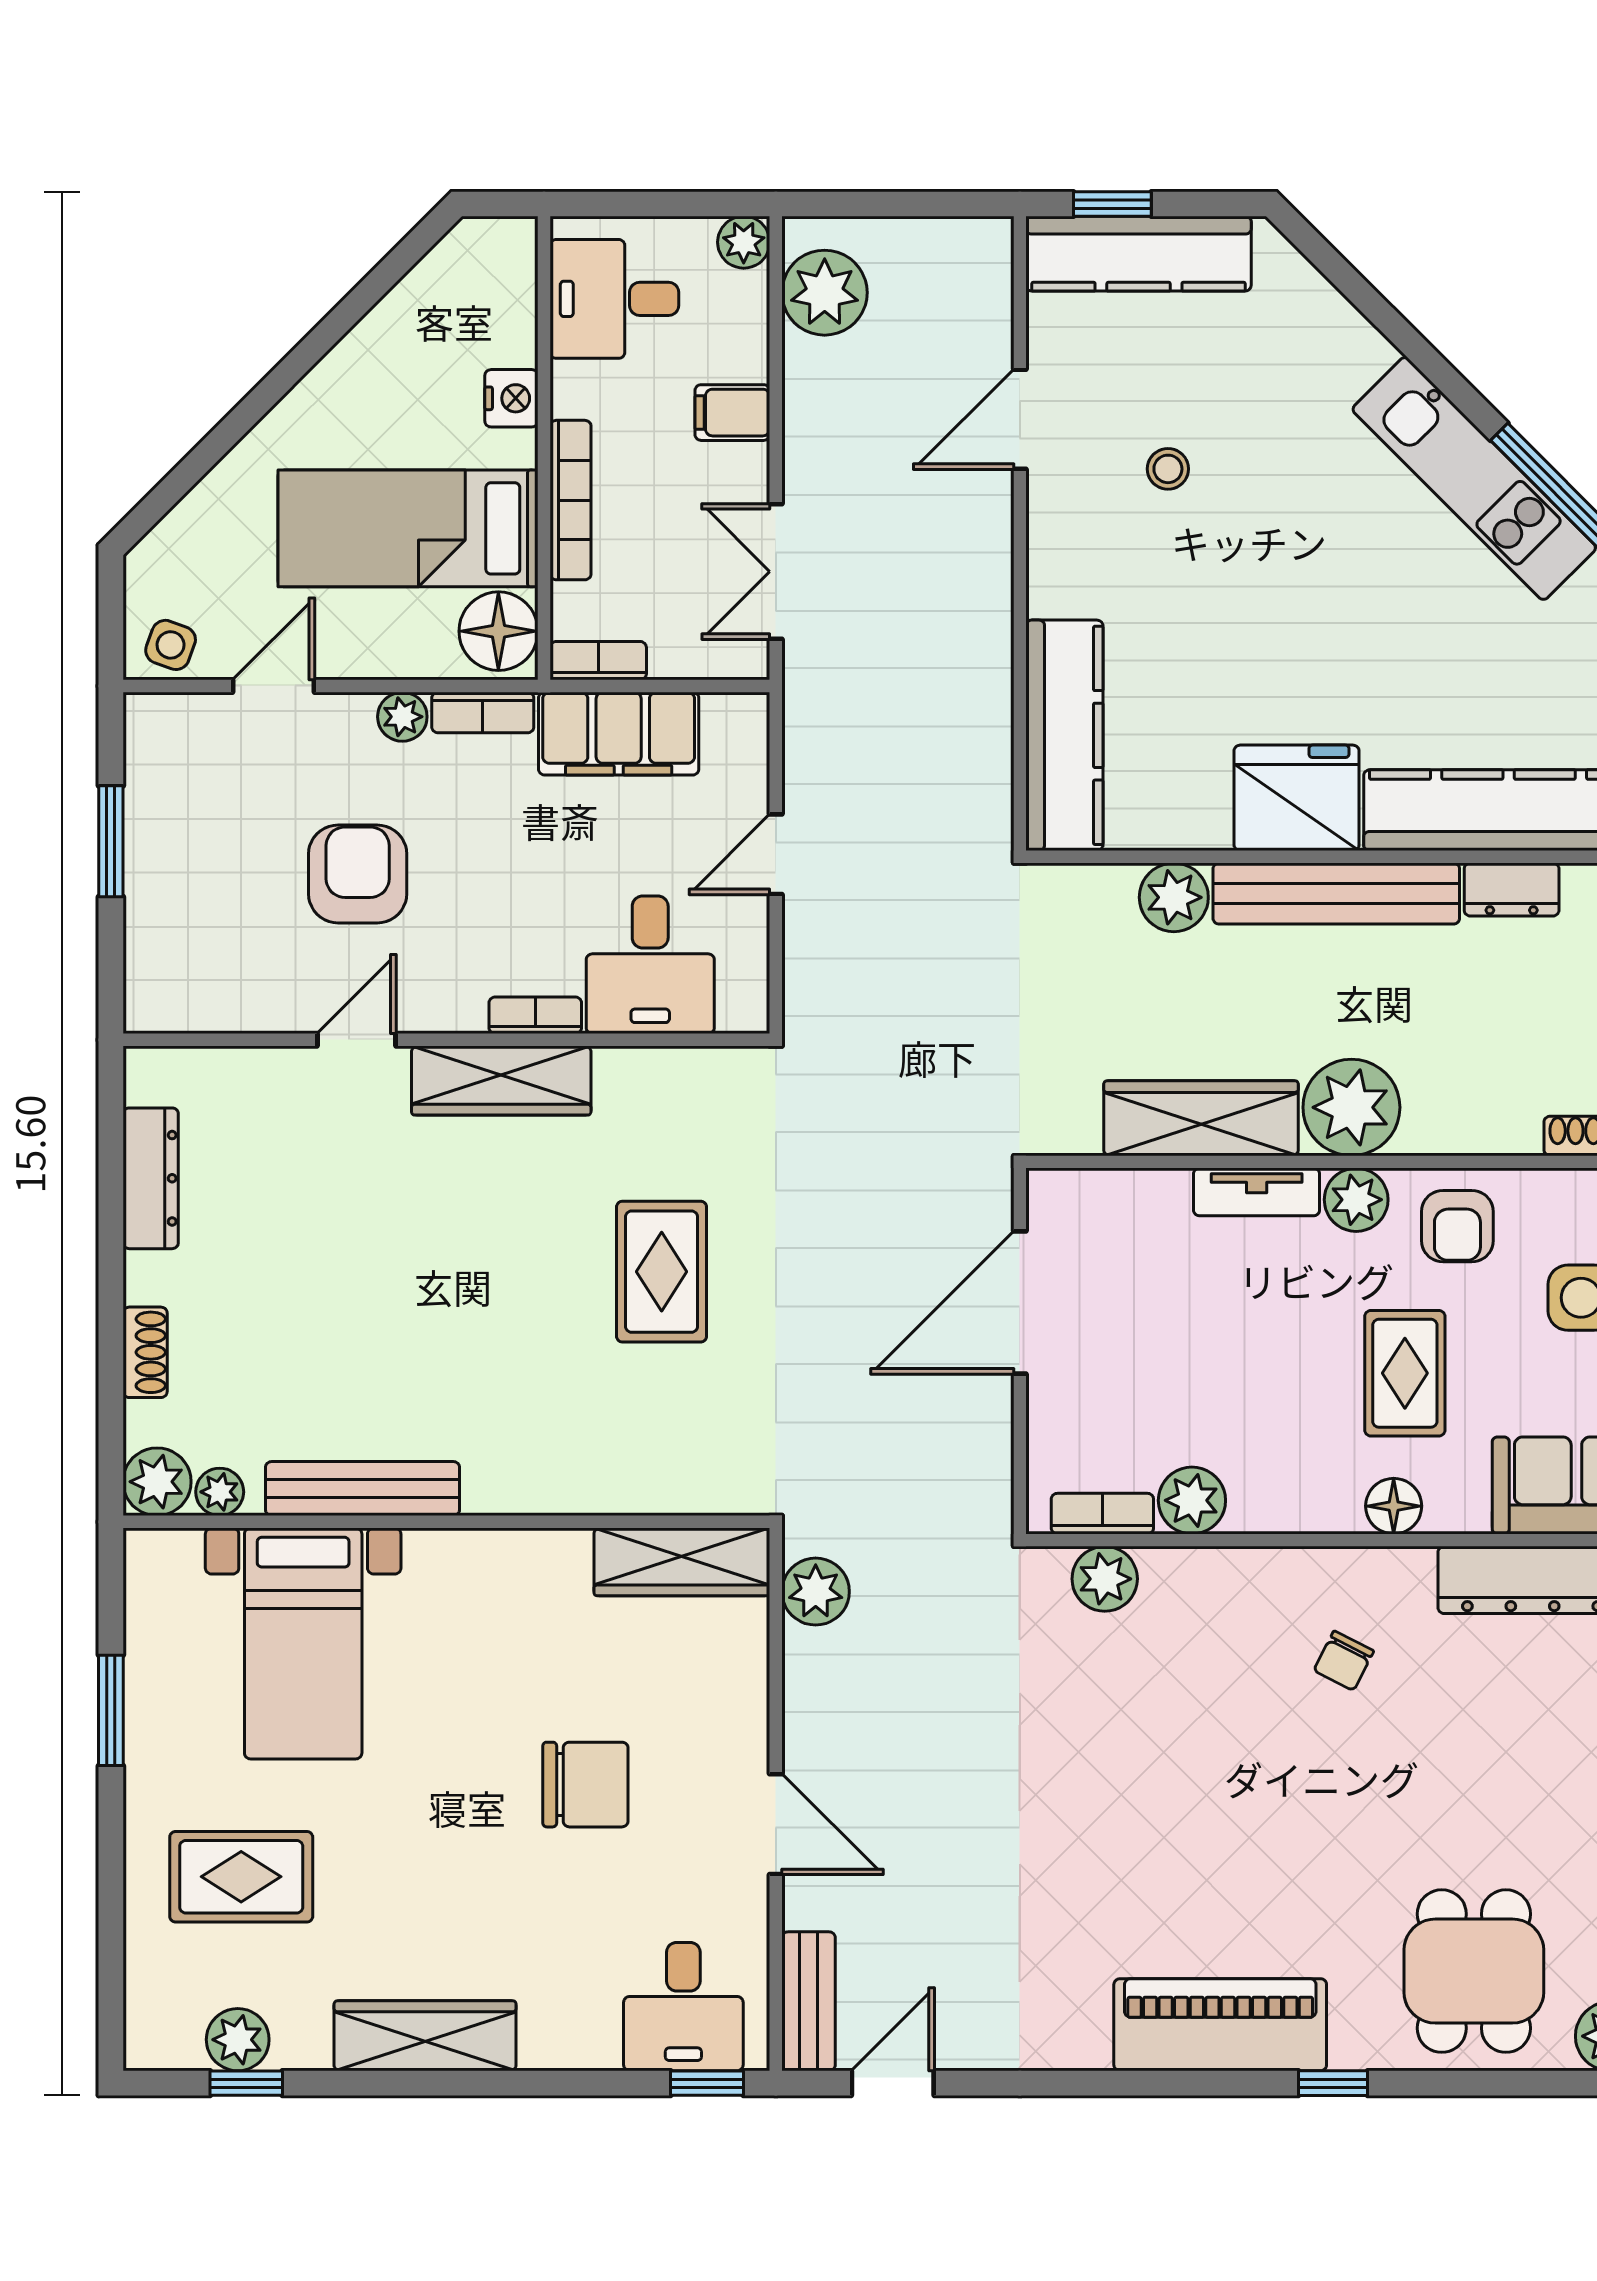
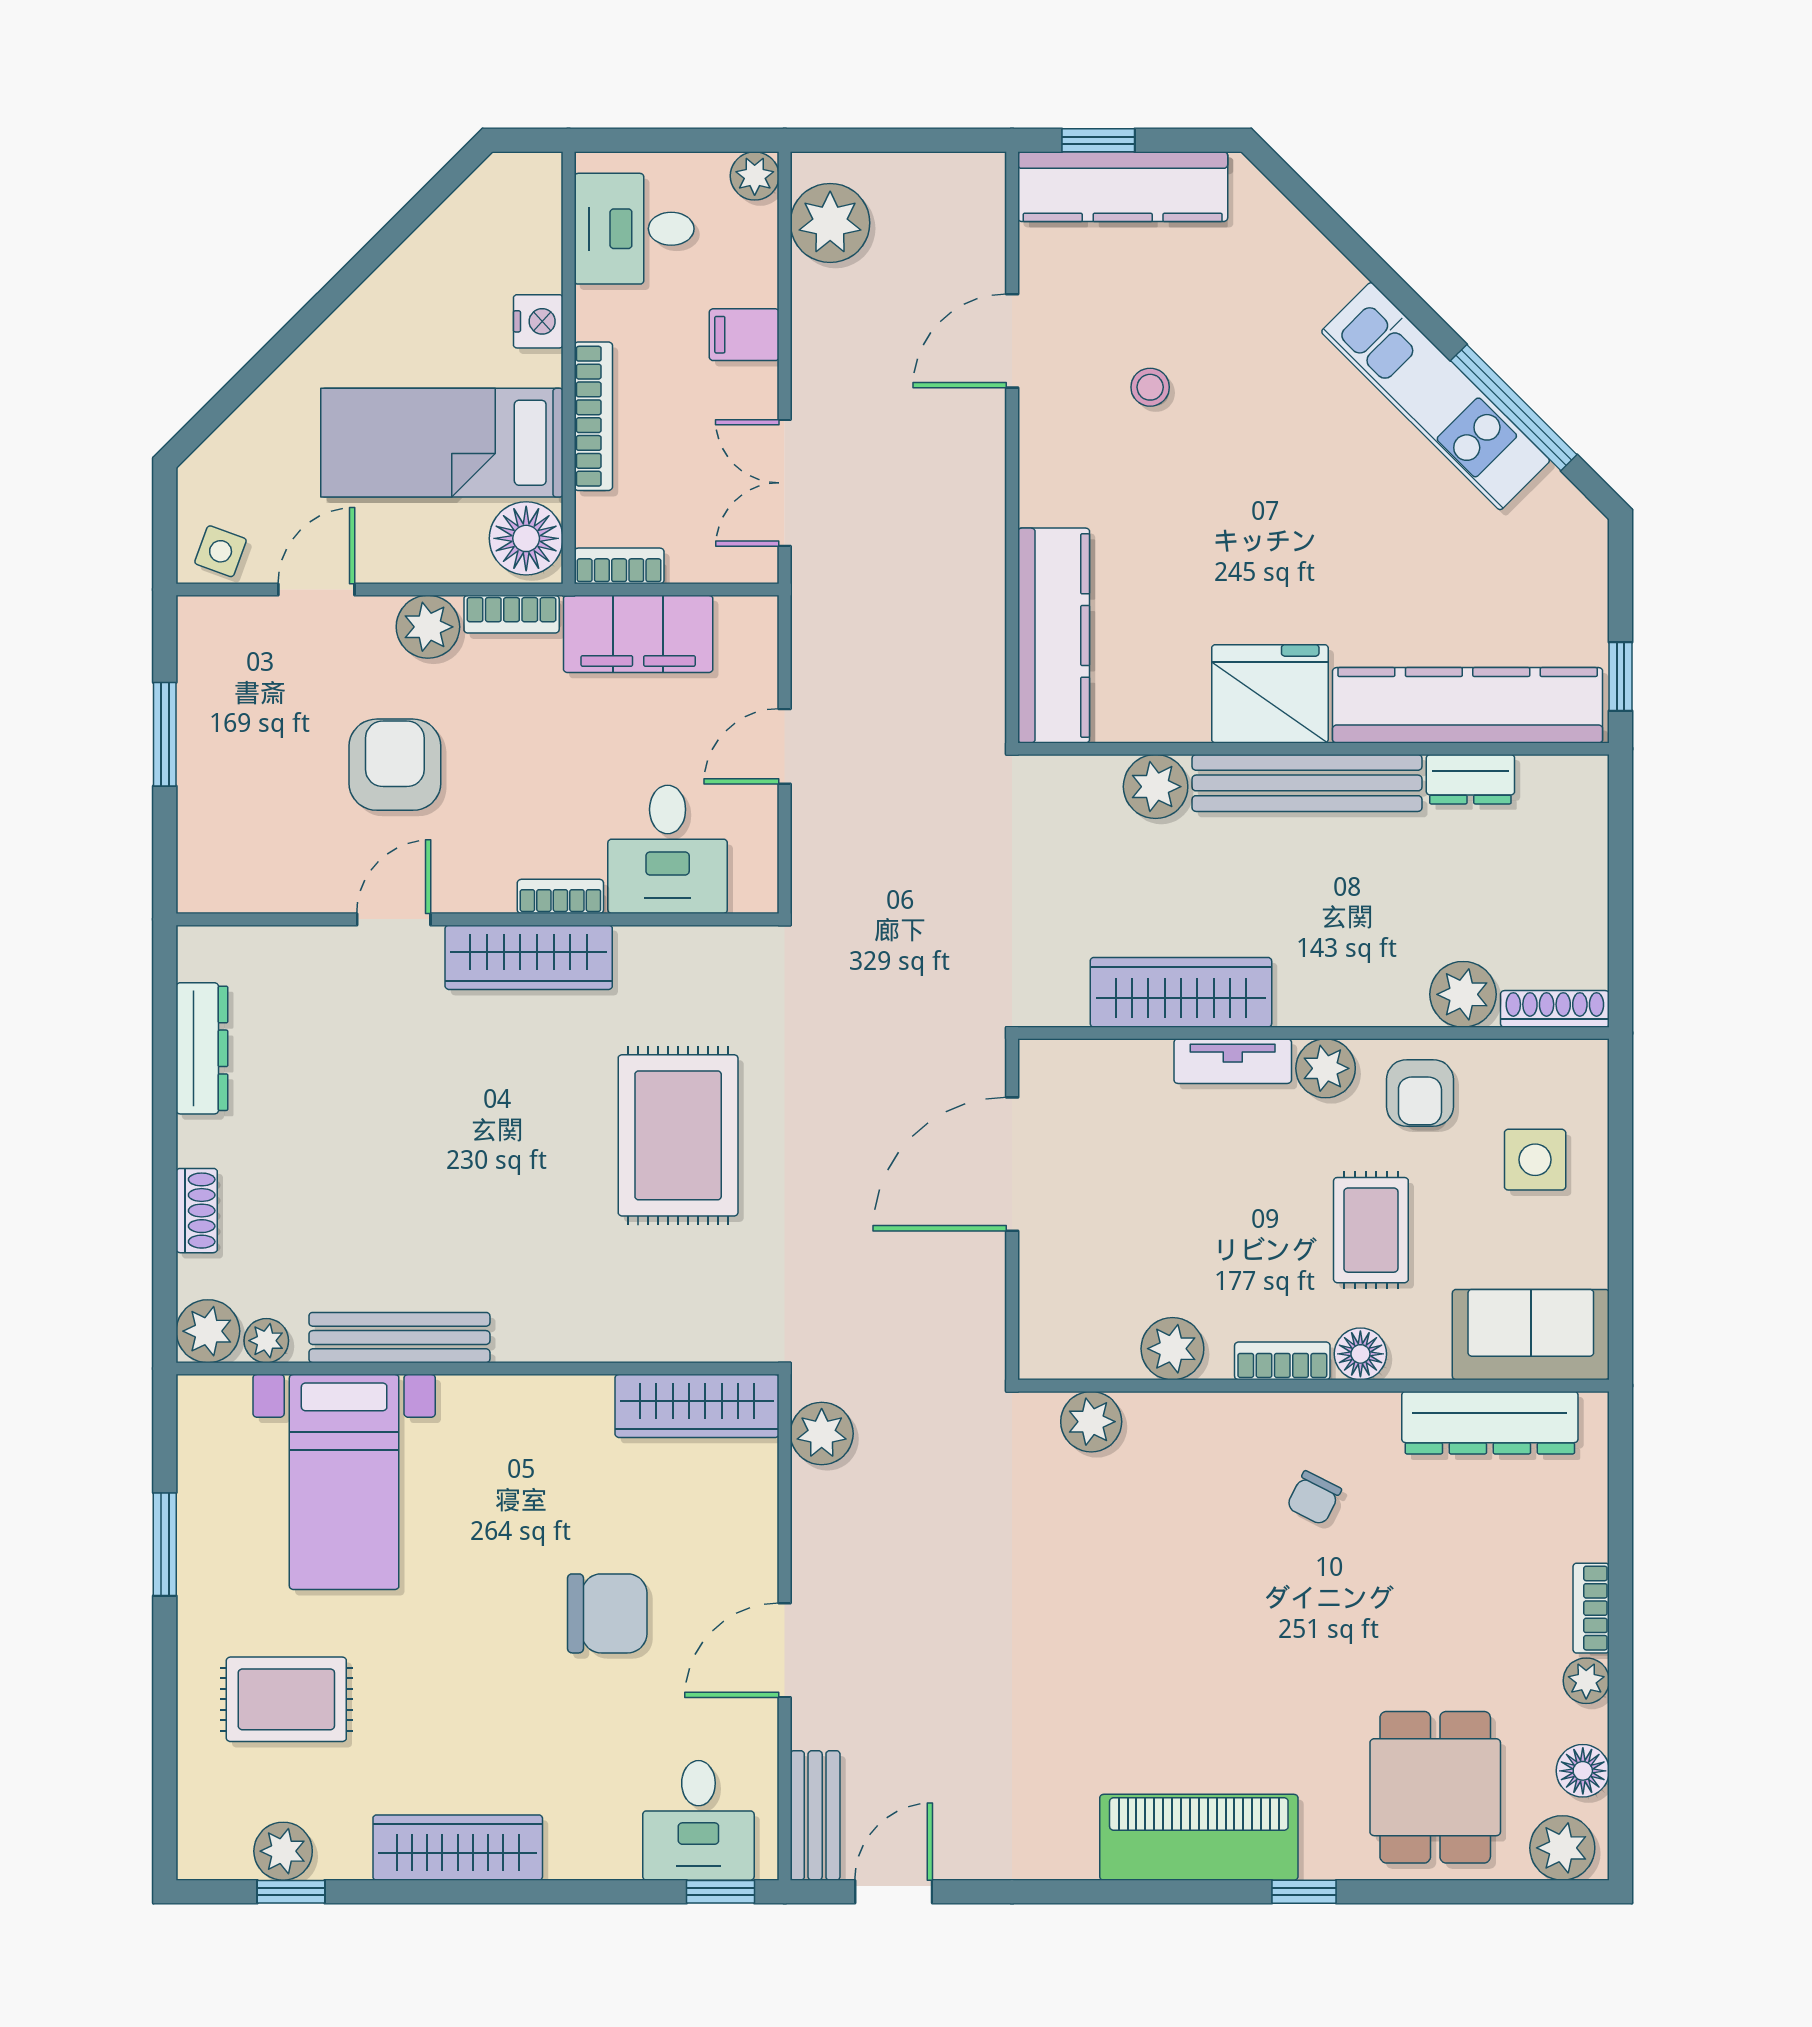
plant: (402, 717) -> (428, 627), width x1.38, depth x1.38
plant: (1351, 1107) -> (1463, 994), moved, width x0.73, depth x0.73
rug: (662, 1272) -> (678, 1135), width x1.36, depth x1.43
bookcase: (1102, 1514) -> (1282, 1361), moved
door: (776, 1824) -> (785, 1650), swing flipped

